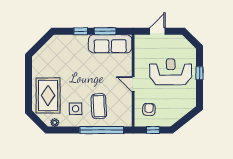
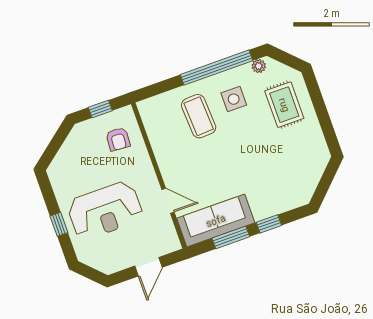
door: (133, 84) -> (168, 201), moved
rug: (48, 95) -> (284, 105), width x0.73, depth x0.70
window: (102, 130) -> (216, 68), moved

